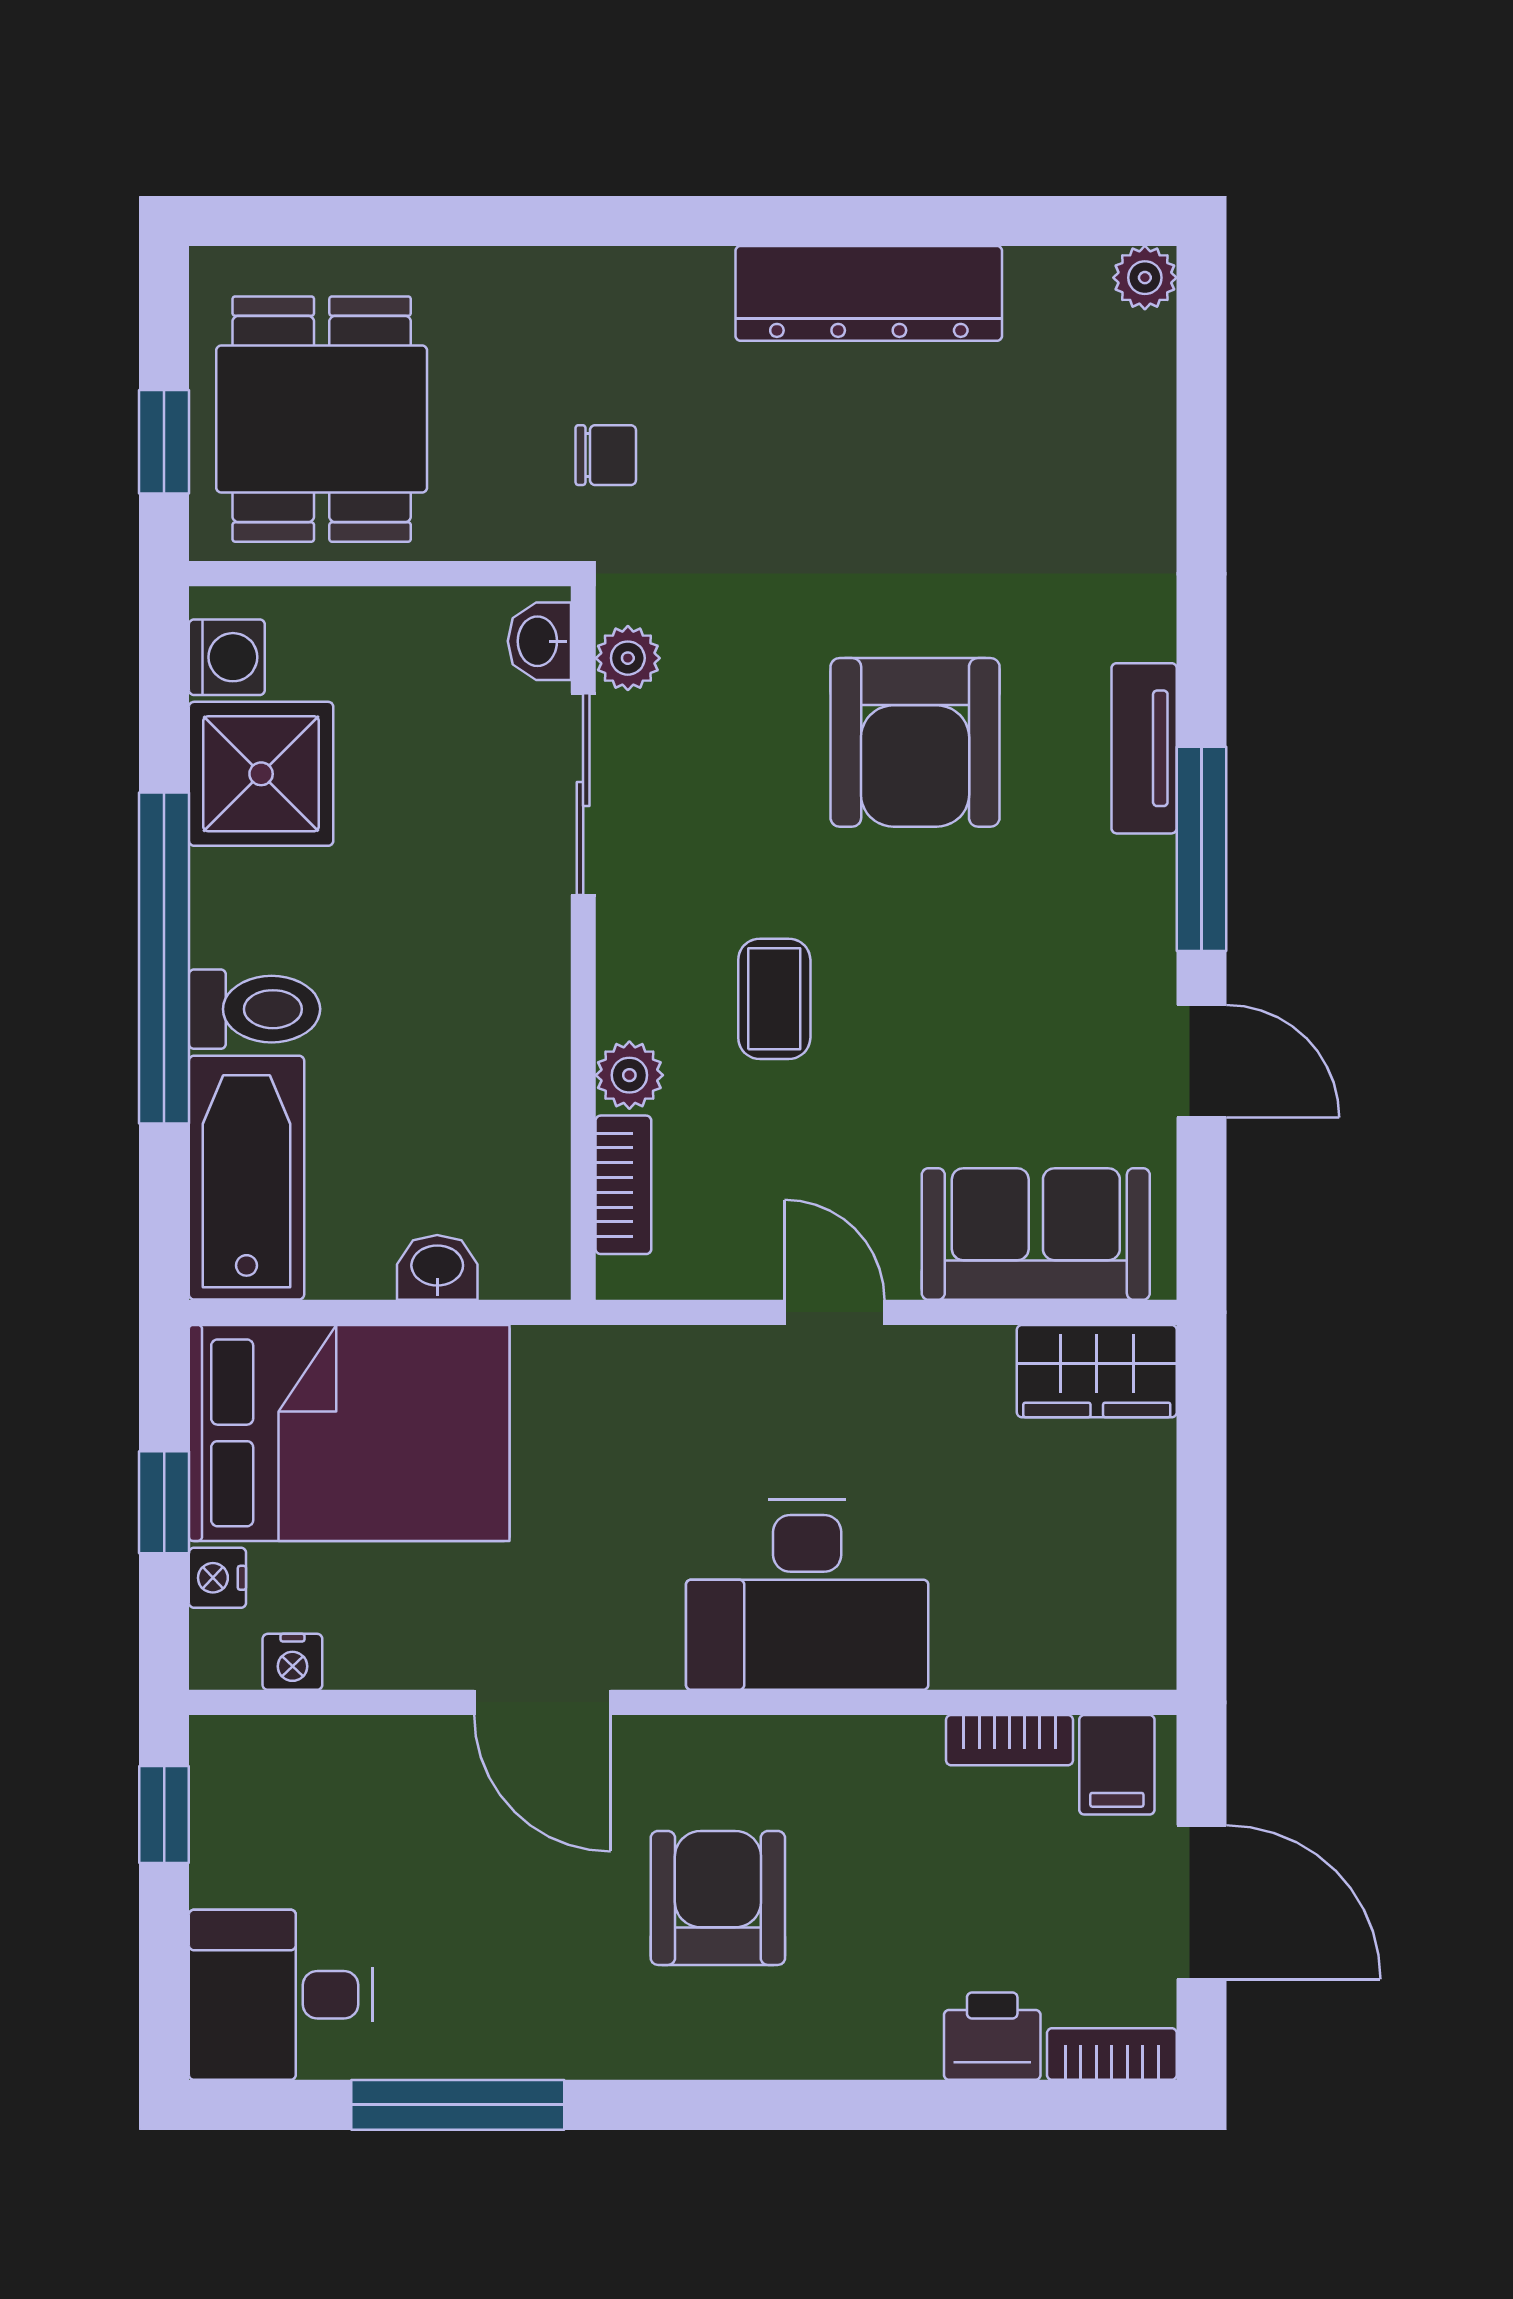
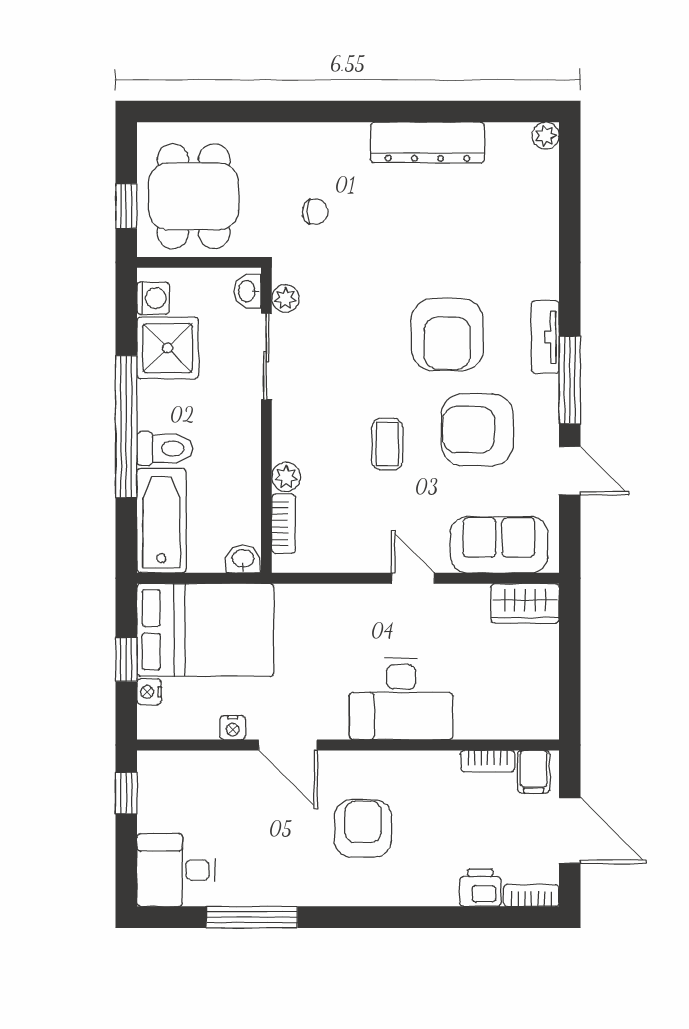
washbasin: (539, 641) -> (248, 291), moved
plant: (628, 658) -> (285, 298), moved
sliding door: (583, 794) -> (266, 357), moved
wall: (583, 943) -> (266, 420), moved
armchair: (985, 965) -> (477, 430), added
plant: (629, 1075) -> (286, 477), moved
bookcase: (623, 1185) -> (284, 524), moved
nightstand: (292, 1662) -> (233, 728), moved

